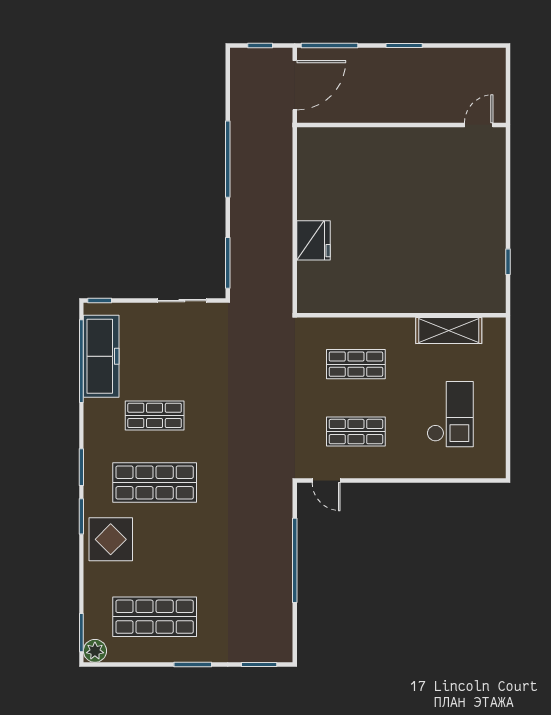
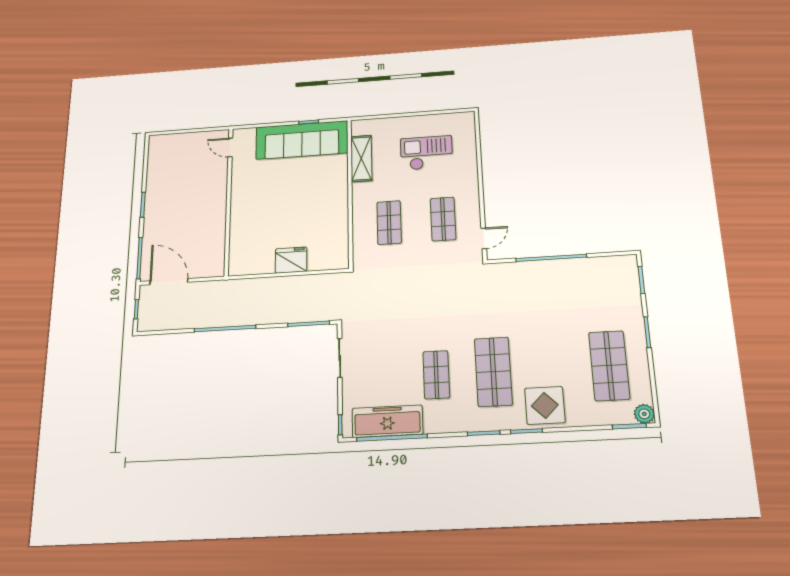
wall: (401, 125) -> (229, 201), moved
door: (479, 125) -> (230, 147), moved
sofa: (482, 253) -> (302, 140), added

